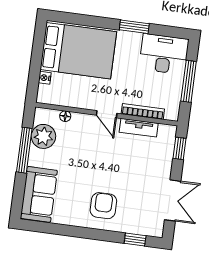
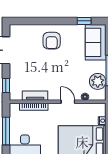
door: (107, 114) -> (68, 102), moved
window: (135, 239) -> (84, 21), moved

